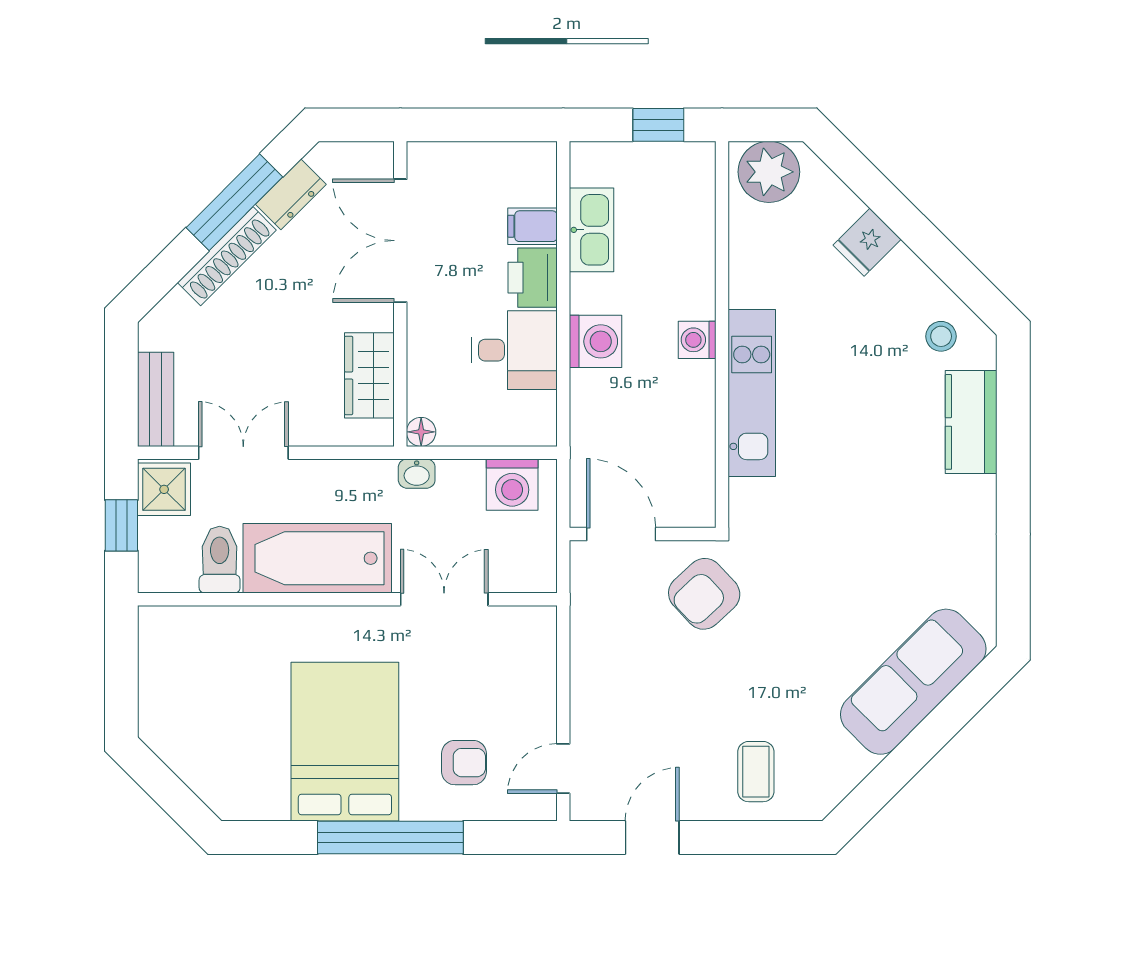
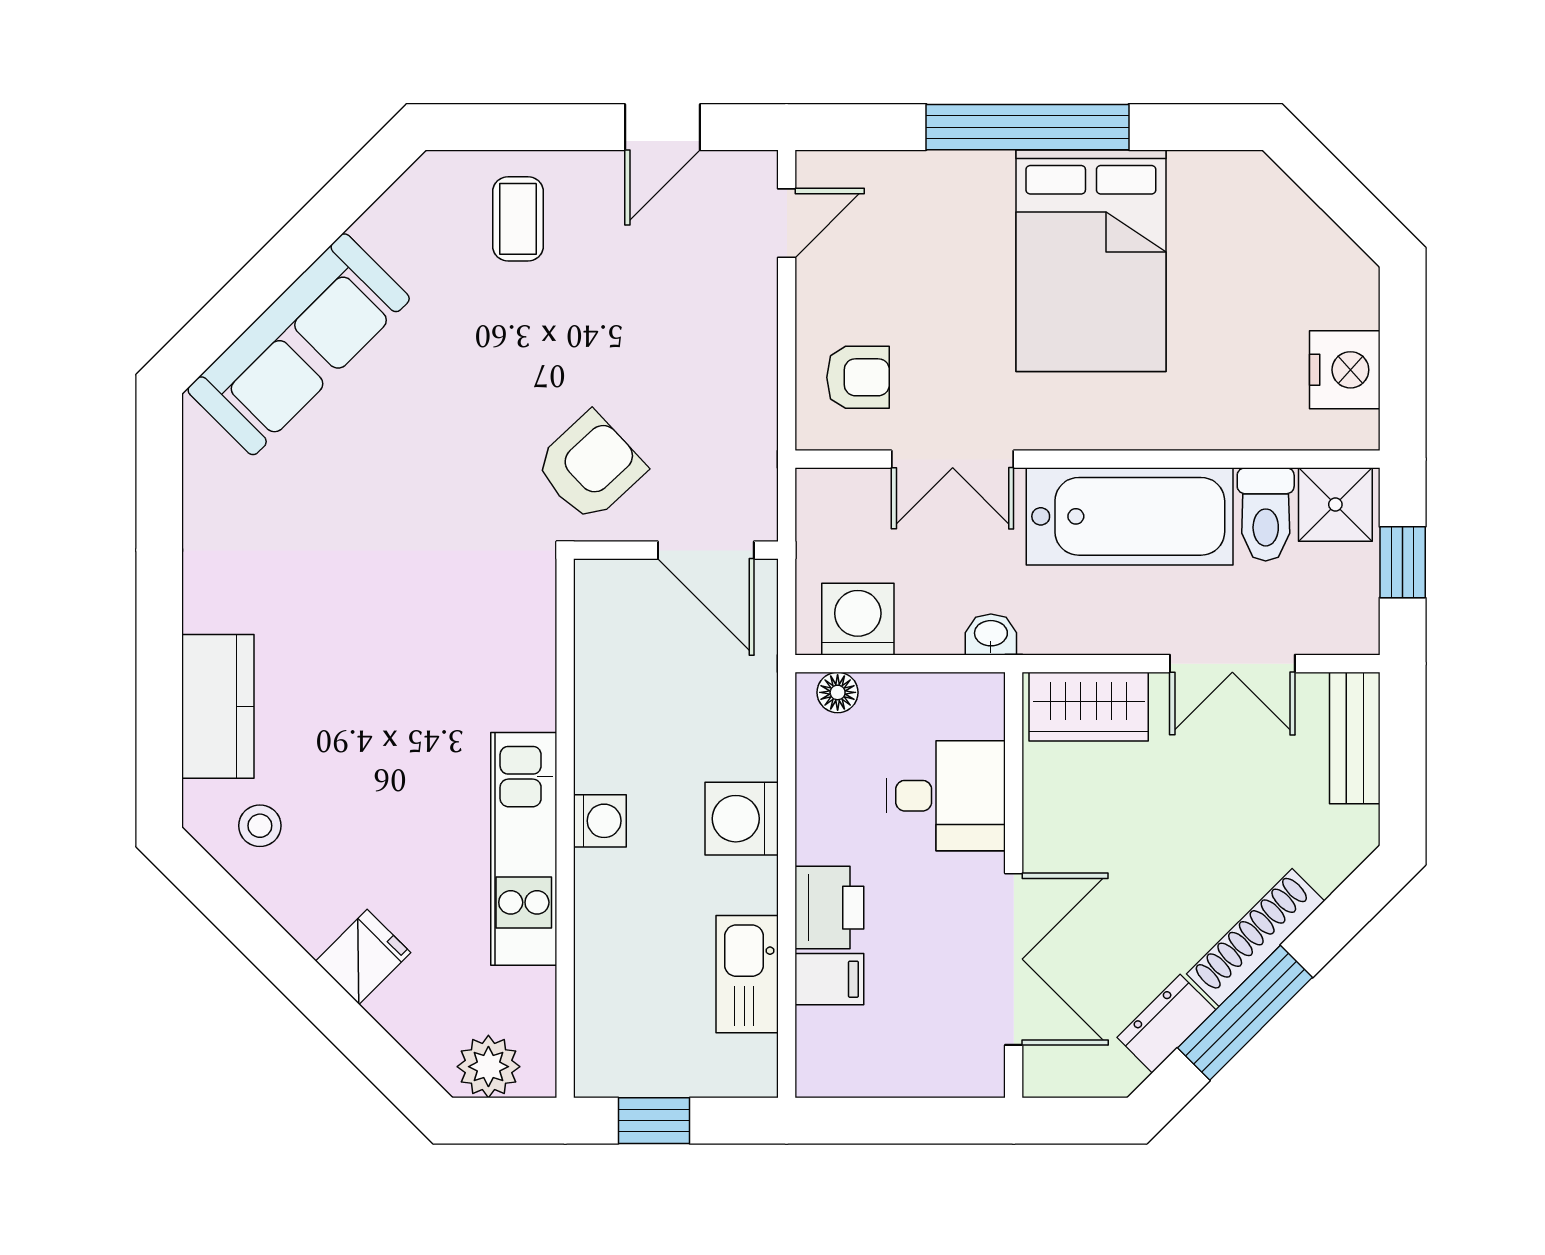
plant: (769, 172) -> (488, 1067), width x0.73, depth x0.73
desk: (514, 350) -> (946, 796), moved, turned 180
wardrobe: (369, 375) -> (1089, 707), moved, turned 90
kitchen unit: (752, 393) -> (524, 849), moved
floor lamp: (421, 432) -> (838, 692), moved
shower: (164, 489) -> (1335, 504), moved
nightstand: (163, 663) -> (1345, 370), added
armchair: (464, 763) -> (858, 377), moved, turned 180

